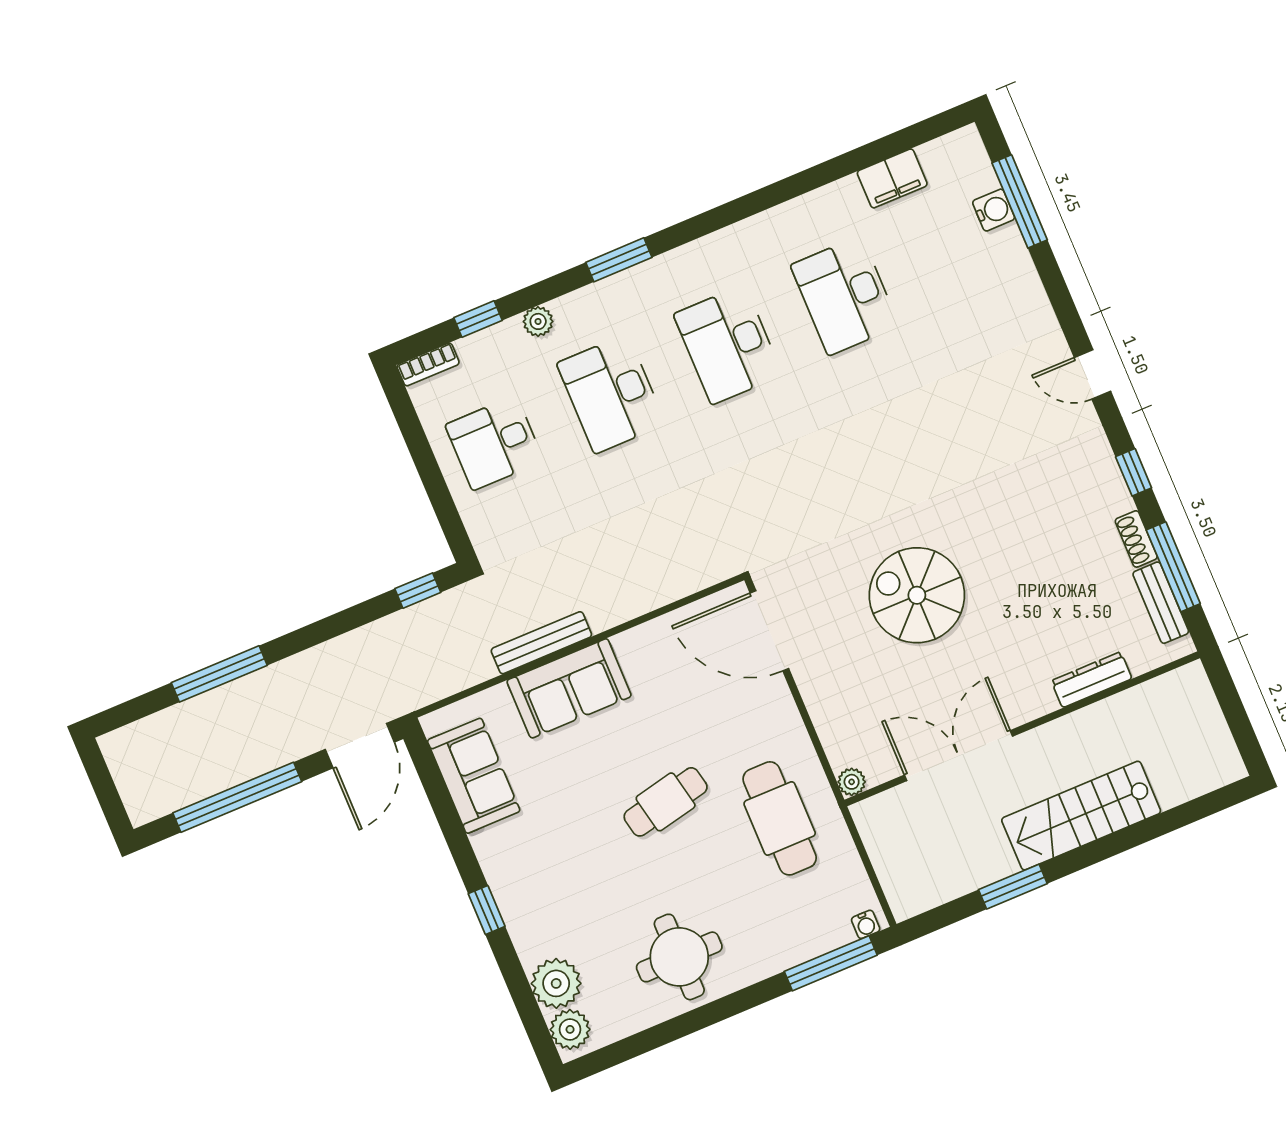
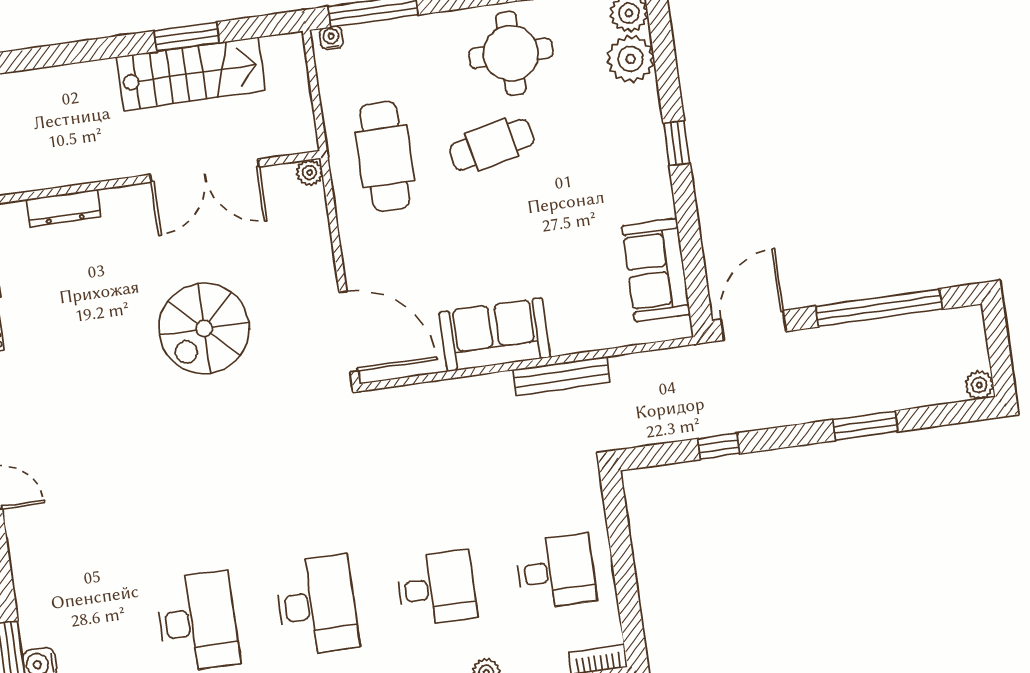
desk: (611, 394) -> (437, 588), width x0.73
window: (418, 591) -> (719, 446), moved
spiral stairs: (917, 595) -> (204, 328), turned 90
window: (219, 674) -> (865, 426), width x0.69
sofa: (569, 688) -> (495, 335), moved
plant: (115, 746) -> (979, 385), added
cafe table: (666, 802) -> (492, 145), moved
stairs: (1081, 816) -> (191, 74), moved

